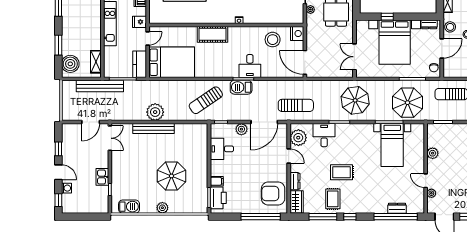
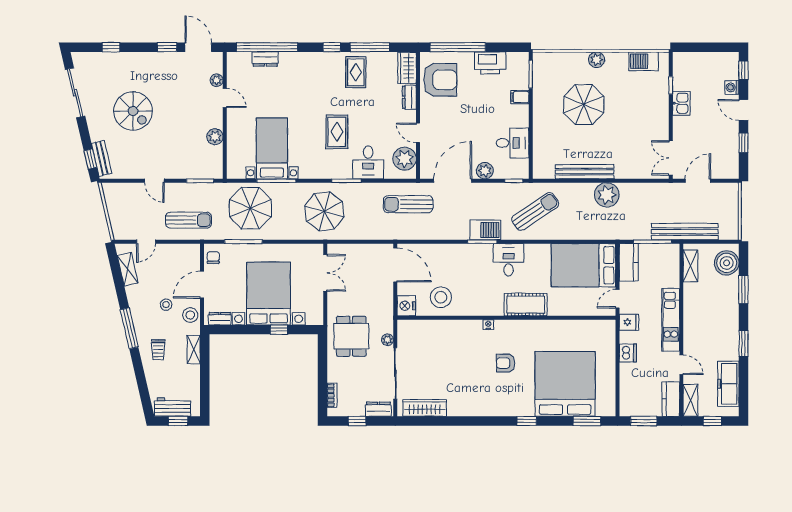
desk: (250, 66) -> (509, 260), moved
bench: (154, 128) -> (585, 172), moved
rug: (342, 172) -> (337, 132), moved, turned 90
printer: (218, 198) -> (490, 63), moved, turned -90

